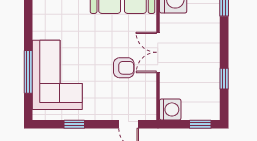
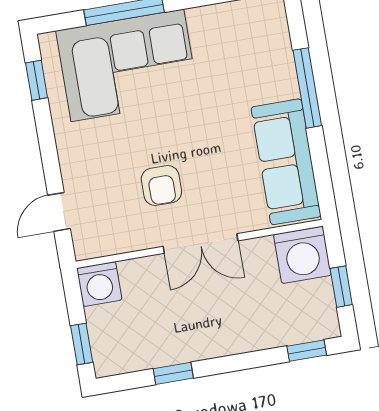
double door: (158, 52) -> (201, 244), swing flipped
window: (74, 124) -> (37, 80), moved

